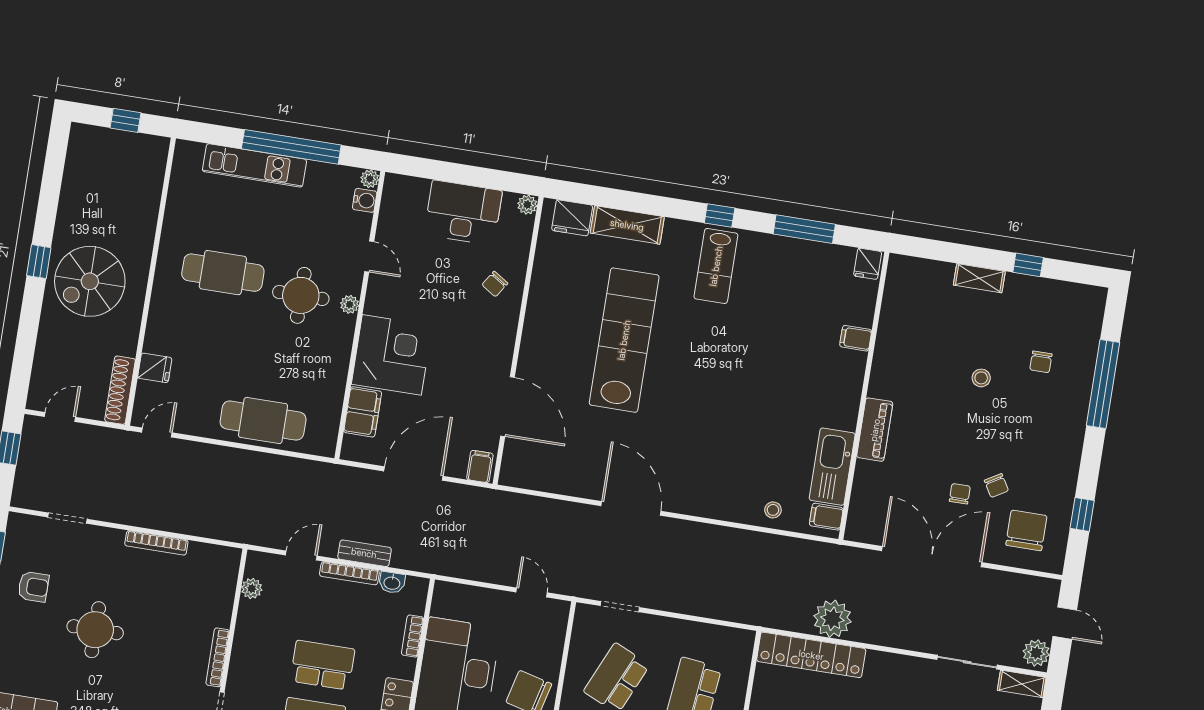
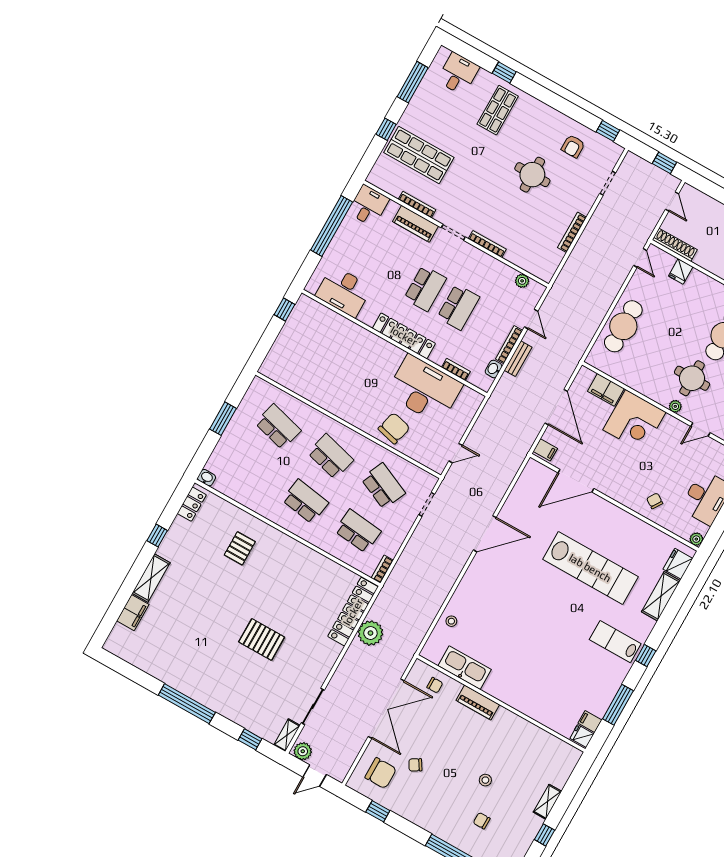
filing cabinet: (856, 338) -> (590, 722), moved, turned -90
chair: (960, 494) -> (435, 685), moved
filing cabinet: (826, 517) -> (435, 653), removed
bookcase: (735, 636) -> (382, 569), added

